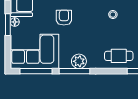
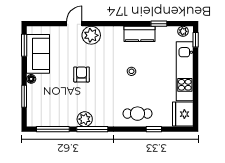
window: (8, 25) -> (24, 96), moved
corner sofa: (34, 51) -> (51, 109), removed
plant: (79, 61) -> (85, 119), moved

